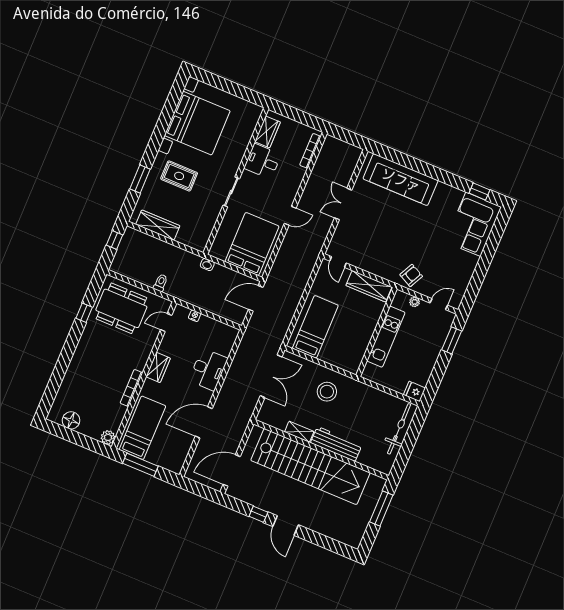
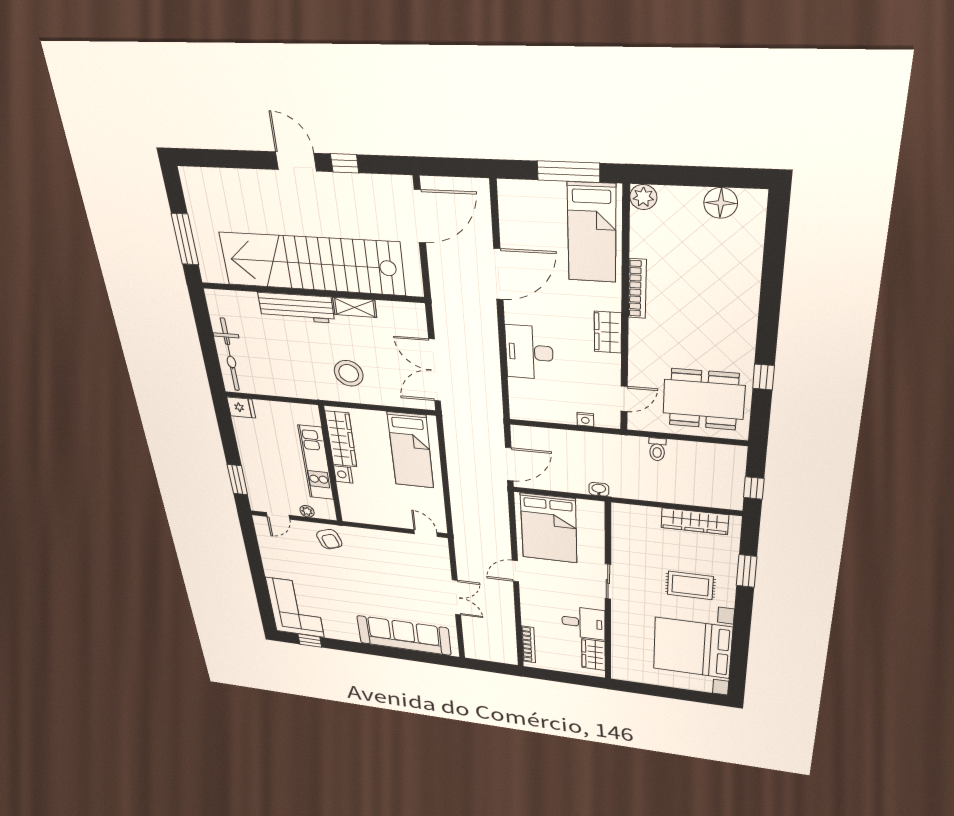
armchair: (411, 275) -> (329, 539), turned -47
wardrobe: (369, 286) -> (341, 439), moved, turned 90
nightstand: (372, 323) -> (343, 475), added

